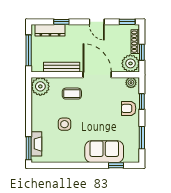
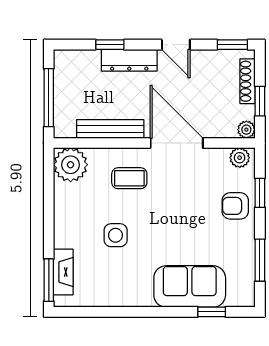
dresser: (50, 30) -> (129, 60), moved
plant: (130, 63) -> (246, 130), width x0.53, depth x0.53

